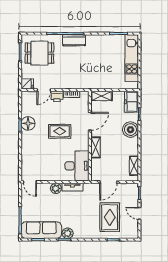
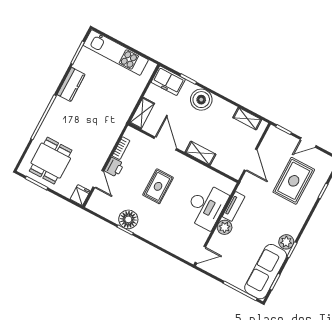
kitchen counter: (74, 40) -> (71, 85), moved
desk: (77, 166) -> (206, 206), moved, turned 90
rug: (110, 217) -> (294, 181), turned 90

